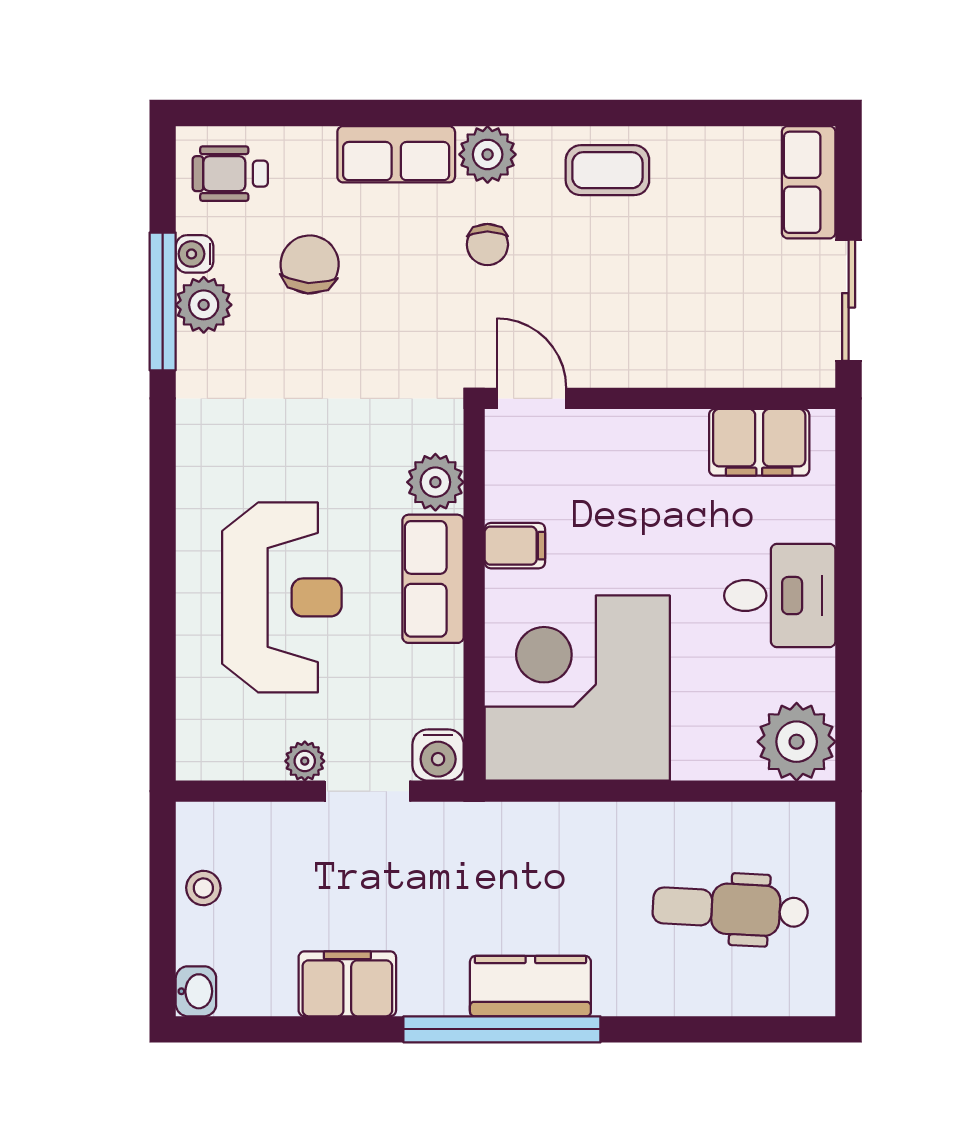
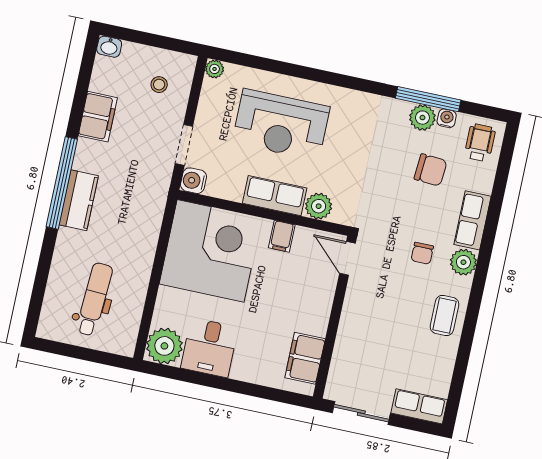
chair: (487, 245) -> (422, 253), turned -90
door: (531, 398) -> (348, 258), swing flipped
desk: (780, 596) -> (209, 348), moved
plant: (305, 761) -> (215, 69), moved
stool: (203, 888) -> (159, 85), moved

